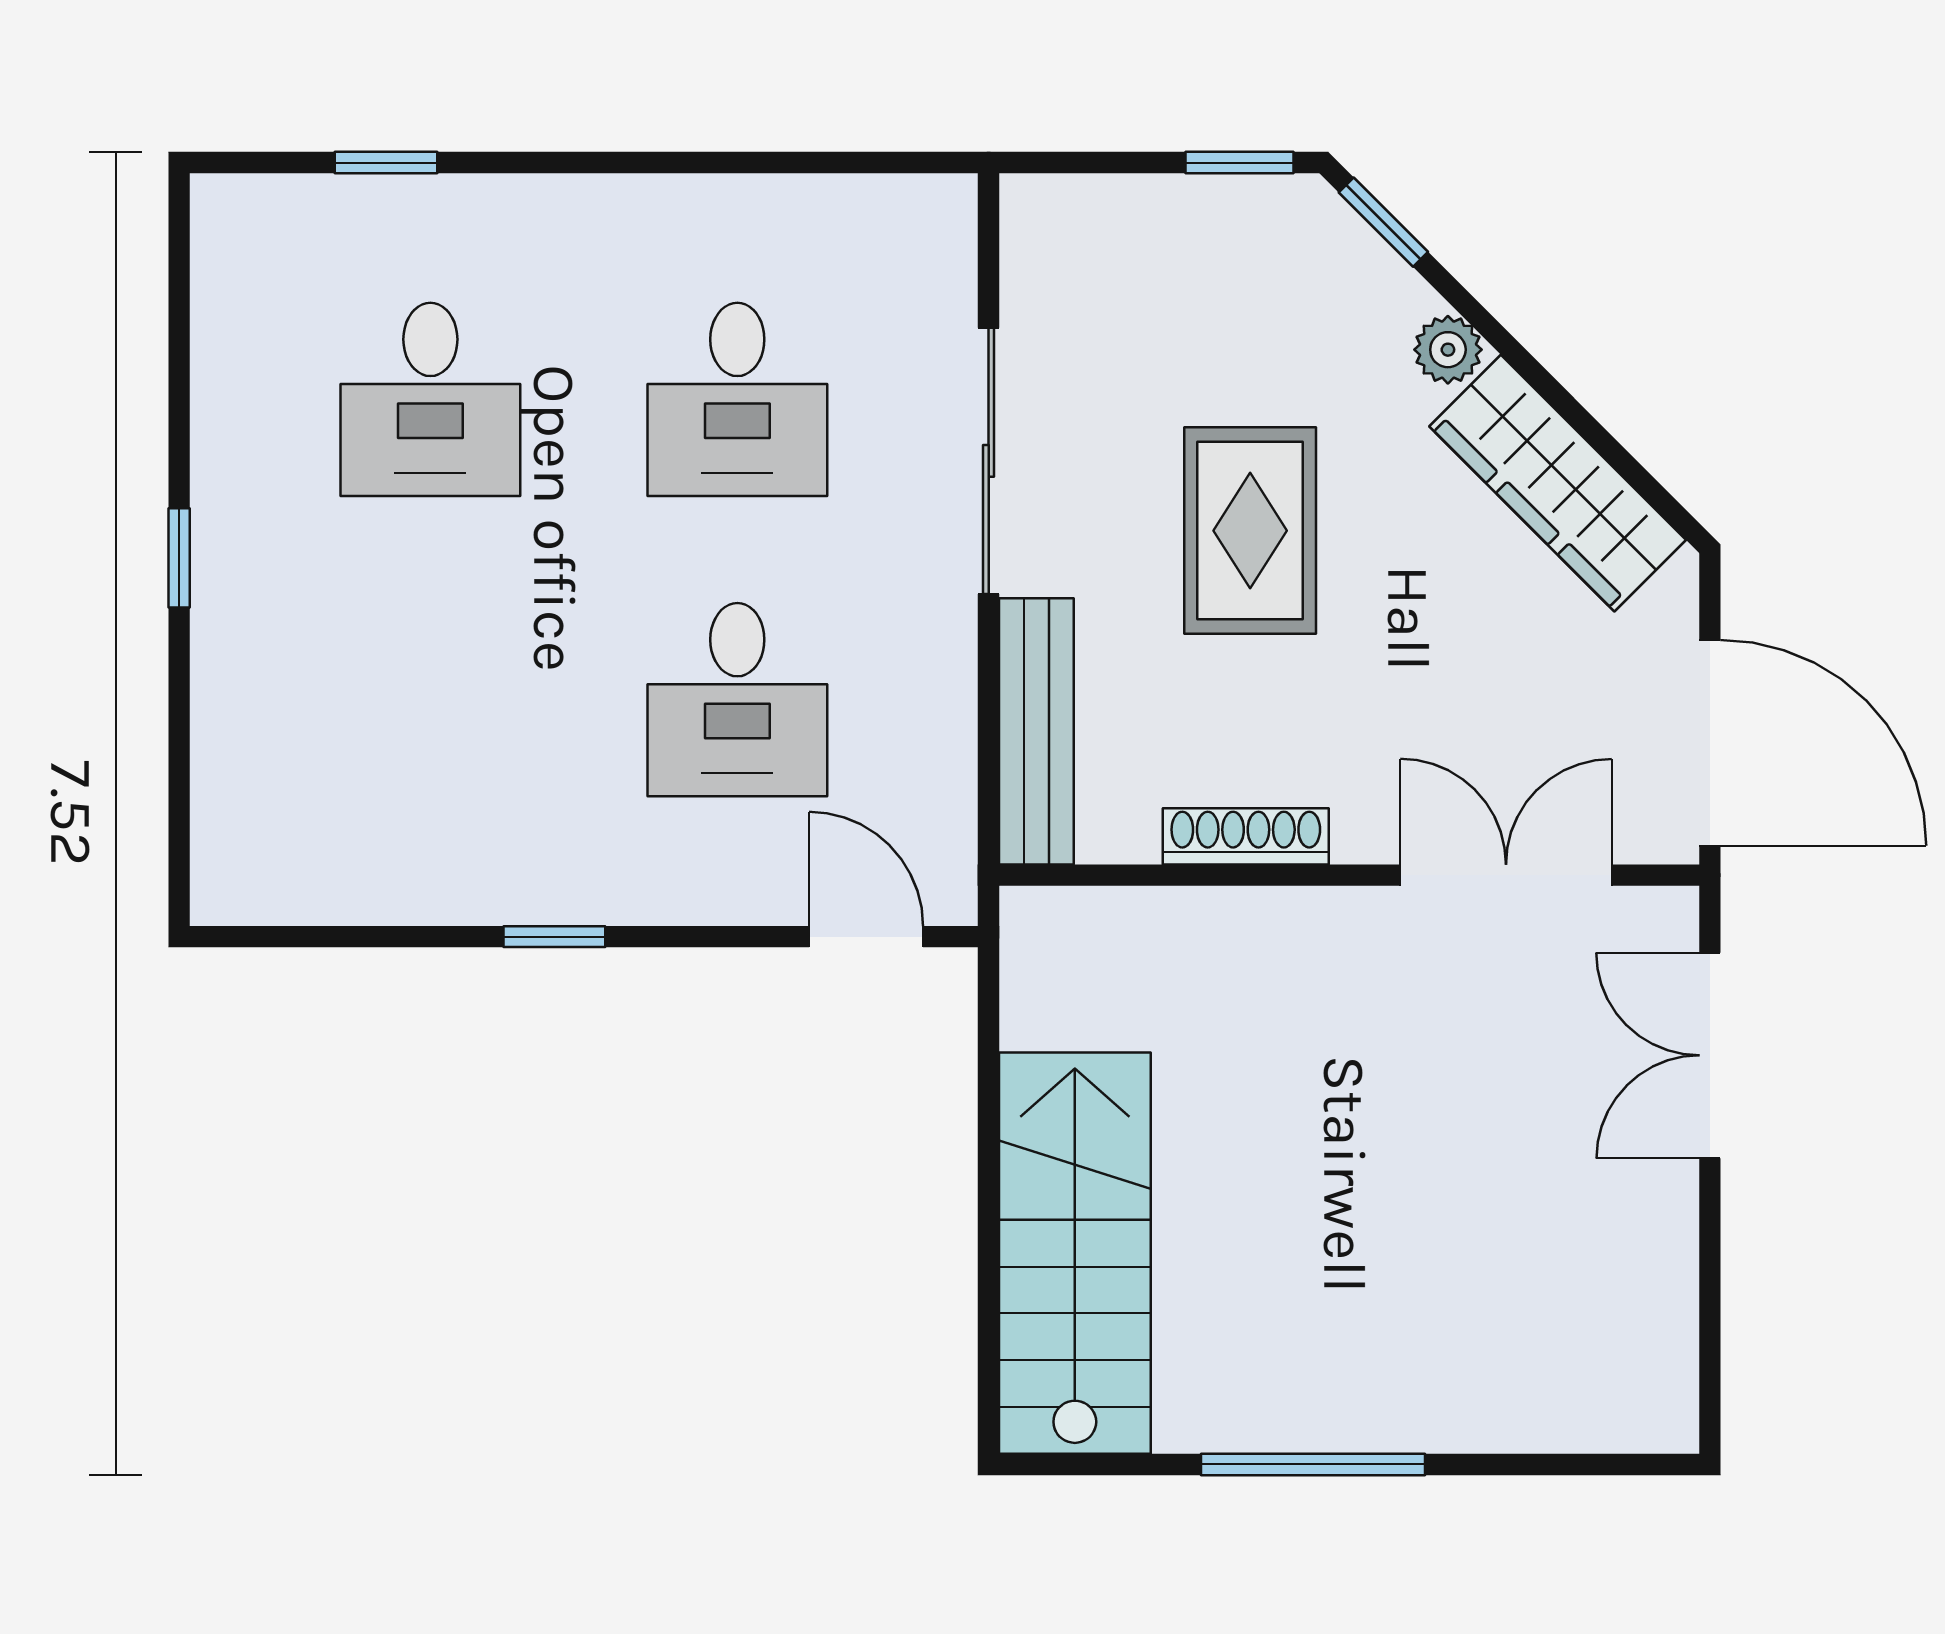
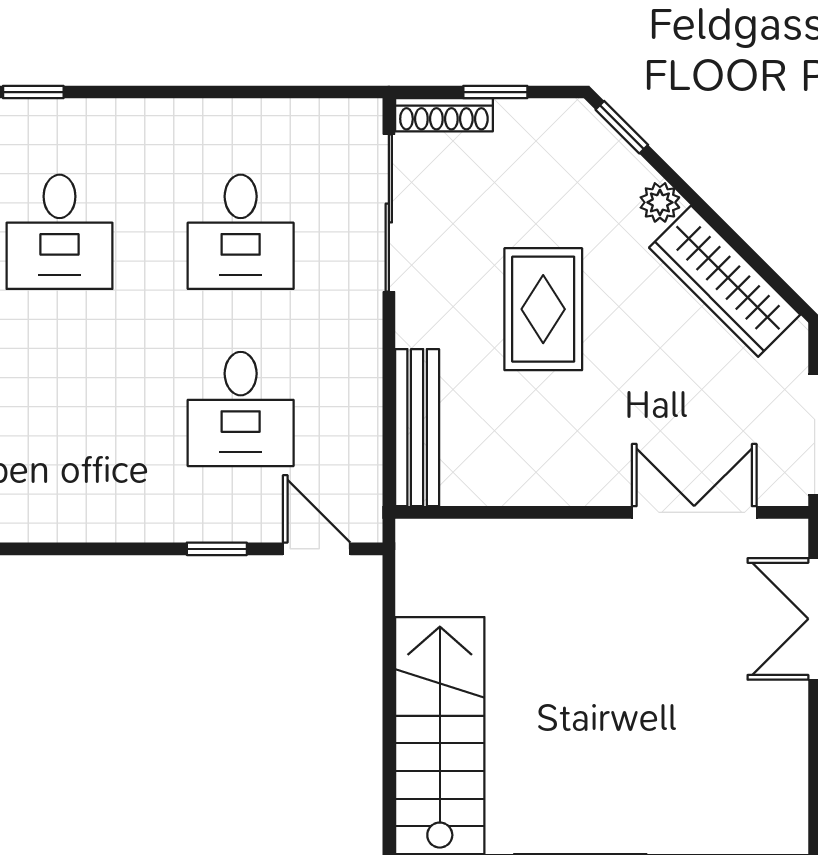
window: (1240, 163) -> (495, 92), moved
sliding door: (989, 461) -> (389, 213), moved
shoe rack: (1246, 836) -> (444, 115), moved, turned 180
window: (554, 937) -> (217, 549), moved

